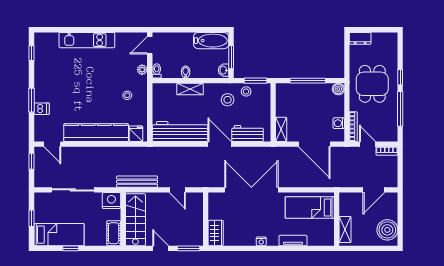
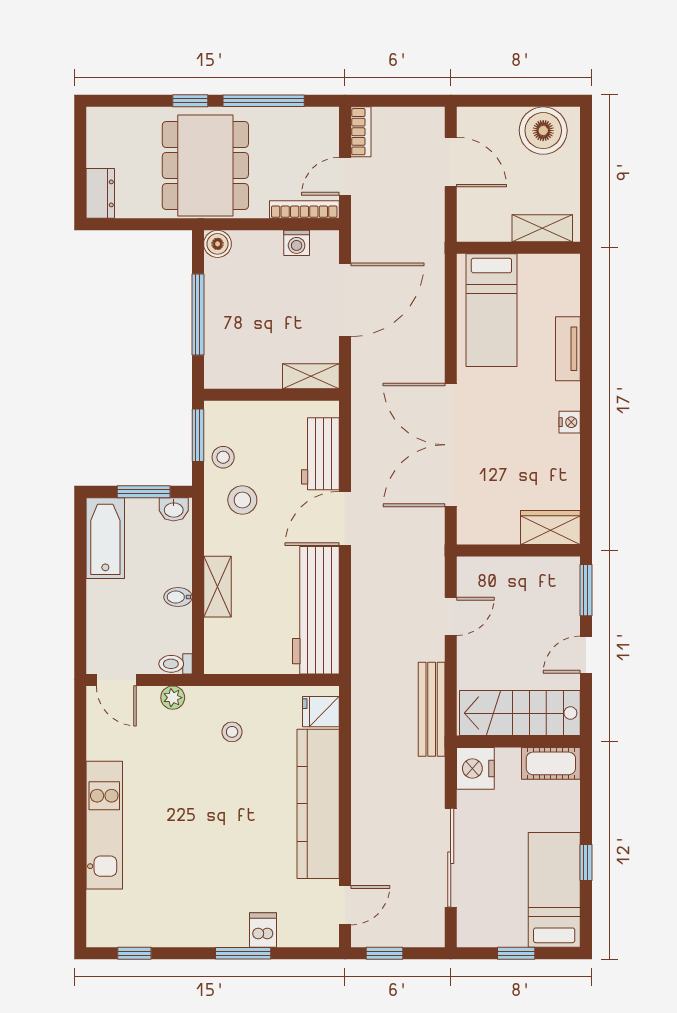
dining table: (372, 84) -> (205, 166), width x1.38

